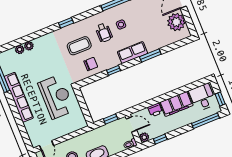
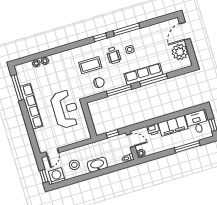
window: (66, 23) -> (100, 37), moved
row of seats: (132, 53) -> (143, 74), width x1.48
window: (150, 56) -> (154, 80), width x1.44
window: (113, 70) -> (119, 90), width x2.17
window: (206, 121) -> (187, 147), moved
window: (160, 139) -> (155, 156), removed

